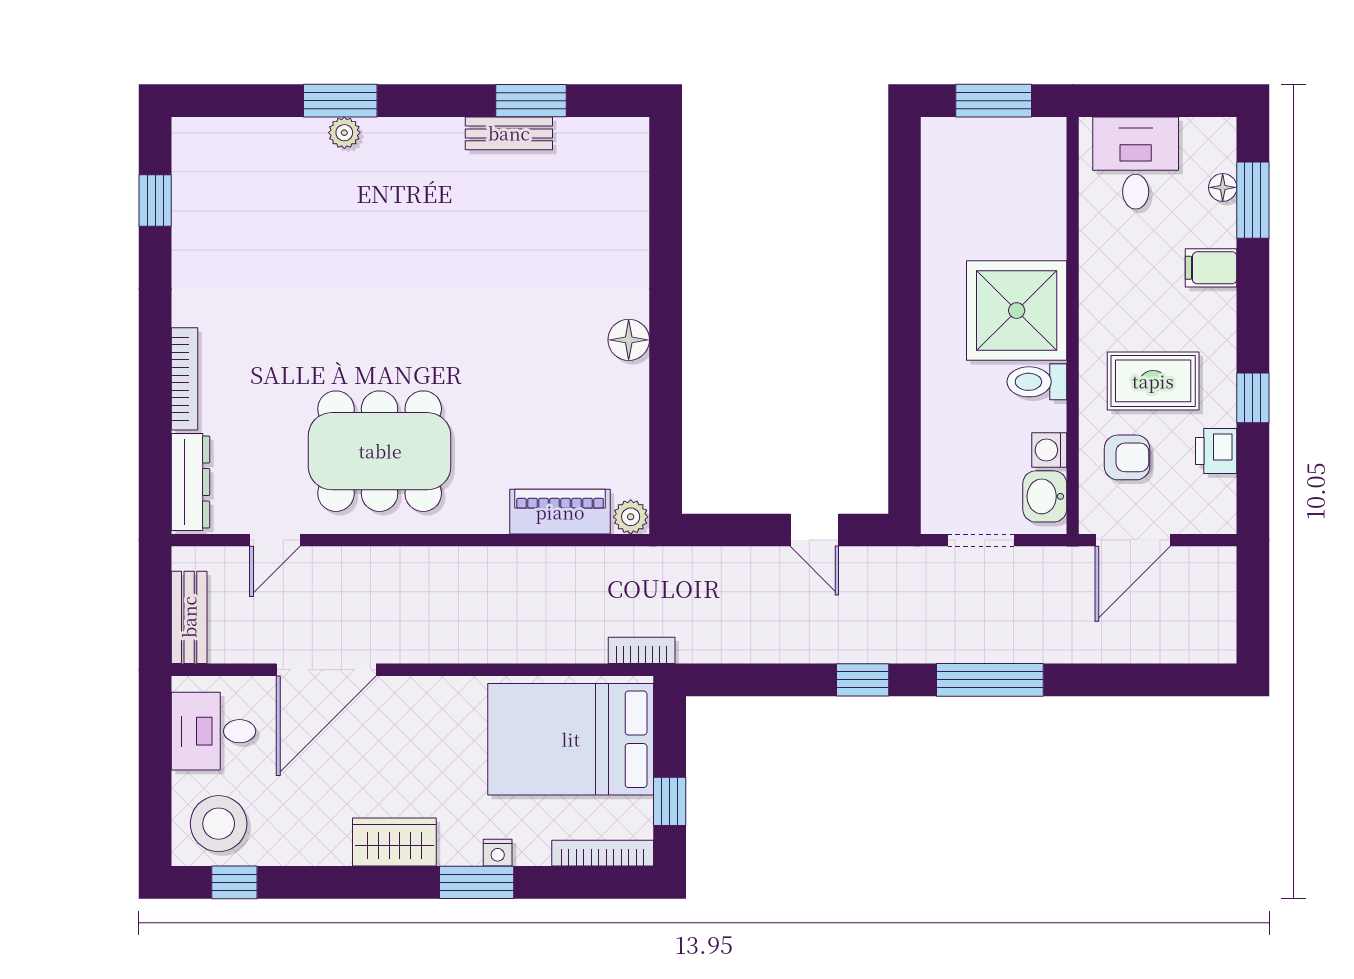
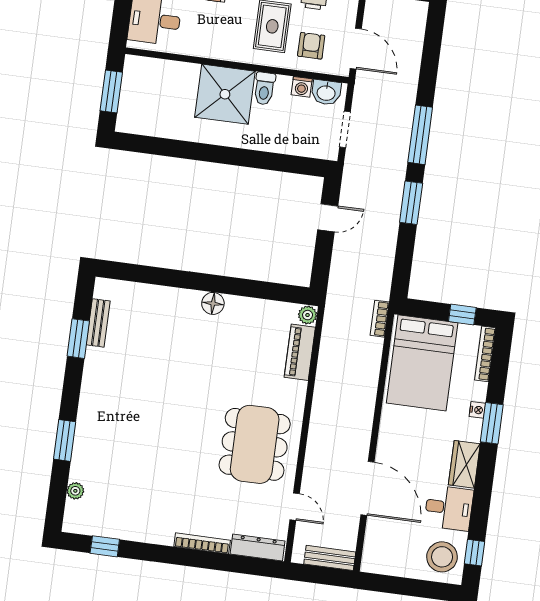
plant: (344, 133) -> (75, 491), moved
bench: (509, 133) -> (98, 323), moved
window: (863, 680) -> (411, 203), width x1.50
desk: (213, 731) -> (449, 508), moved, turned -90

